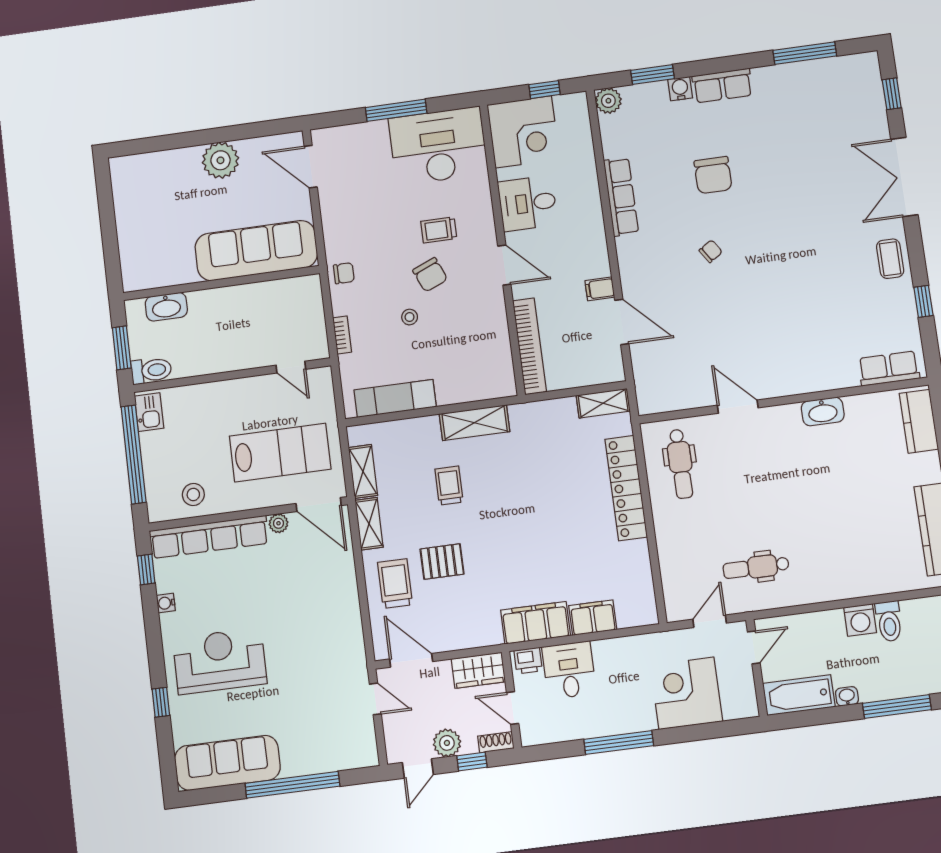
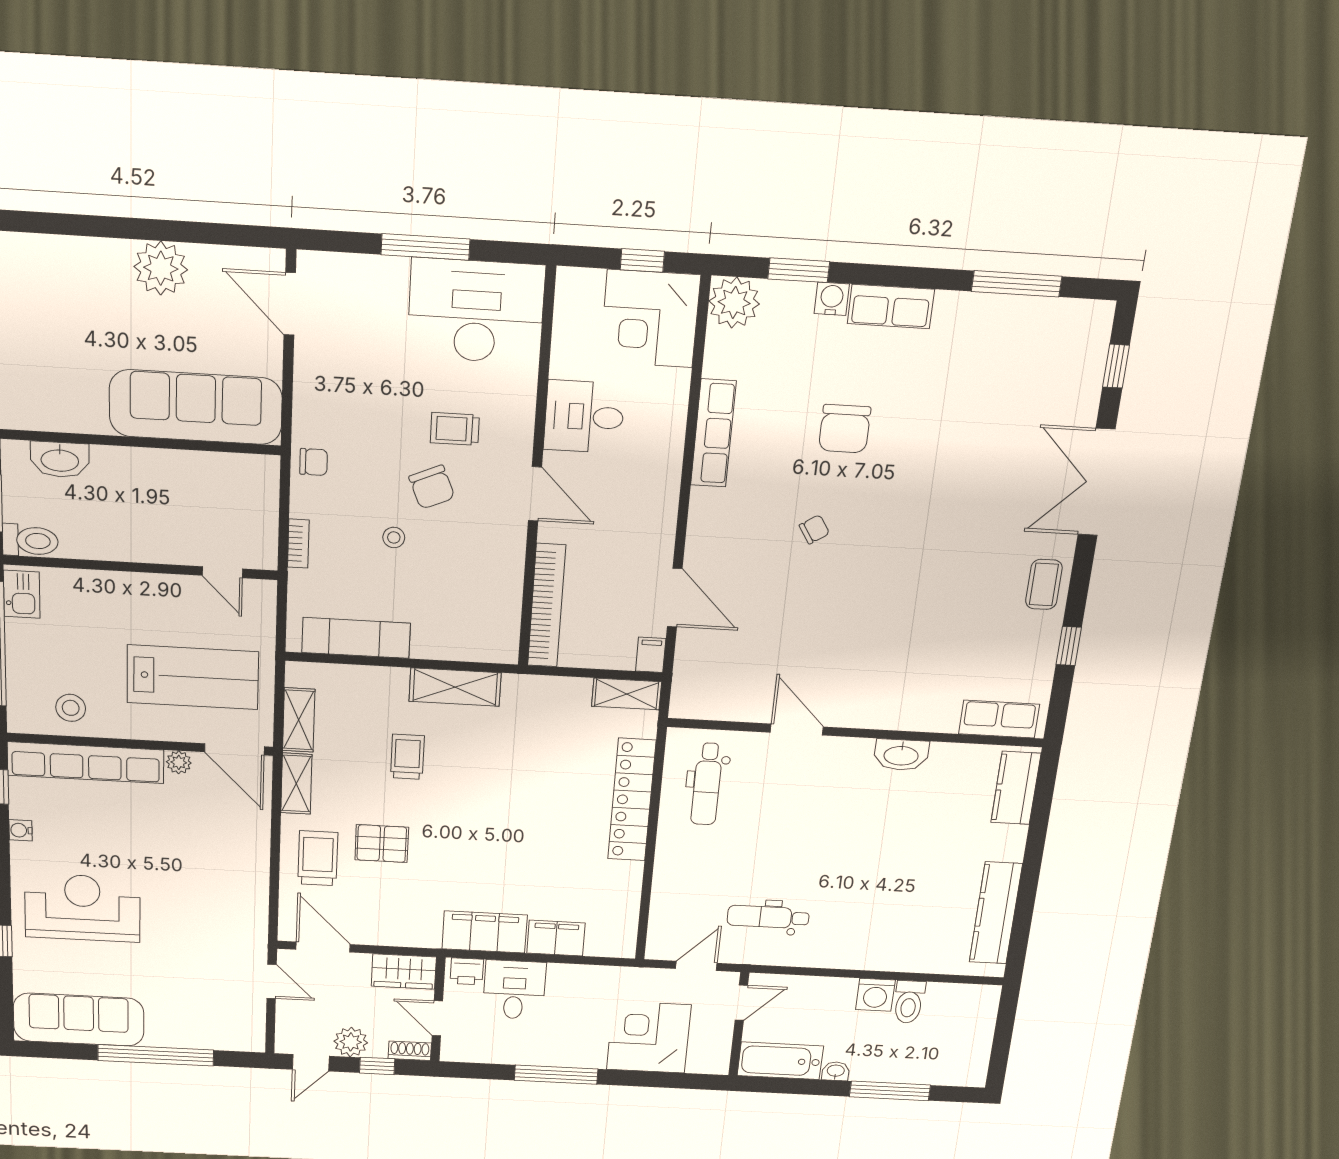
plant: (608, 101) -> (734, 303), width x1.36, depth x1.36
corner desk: (523, 132) -> (650, 319), moved, turned 90
filing cabinet: (600, 289) -> (651, 655), moved, turned 90

